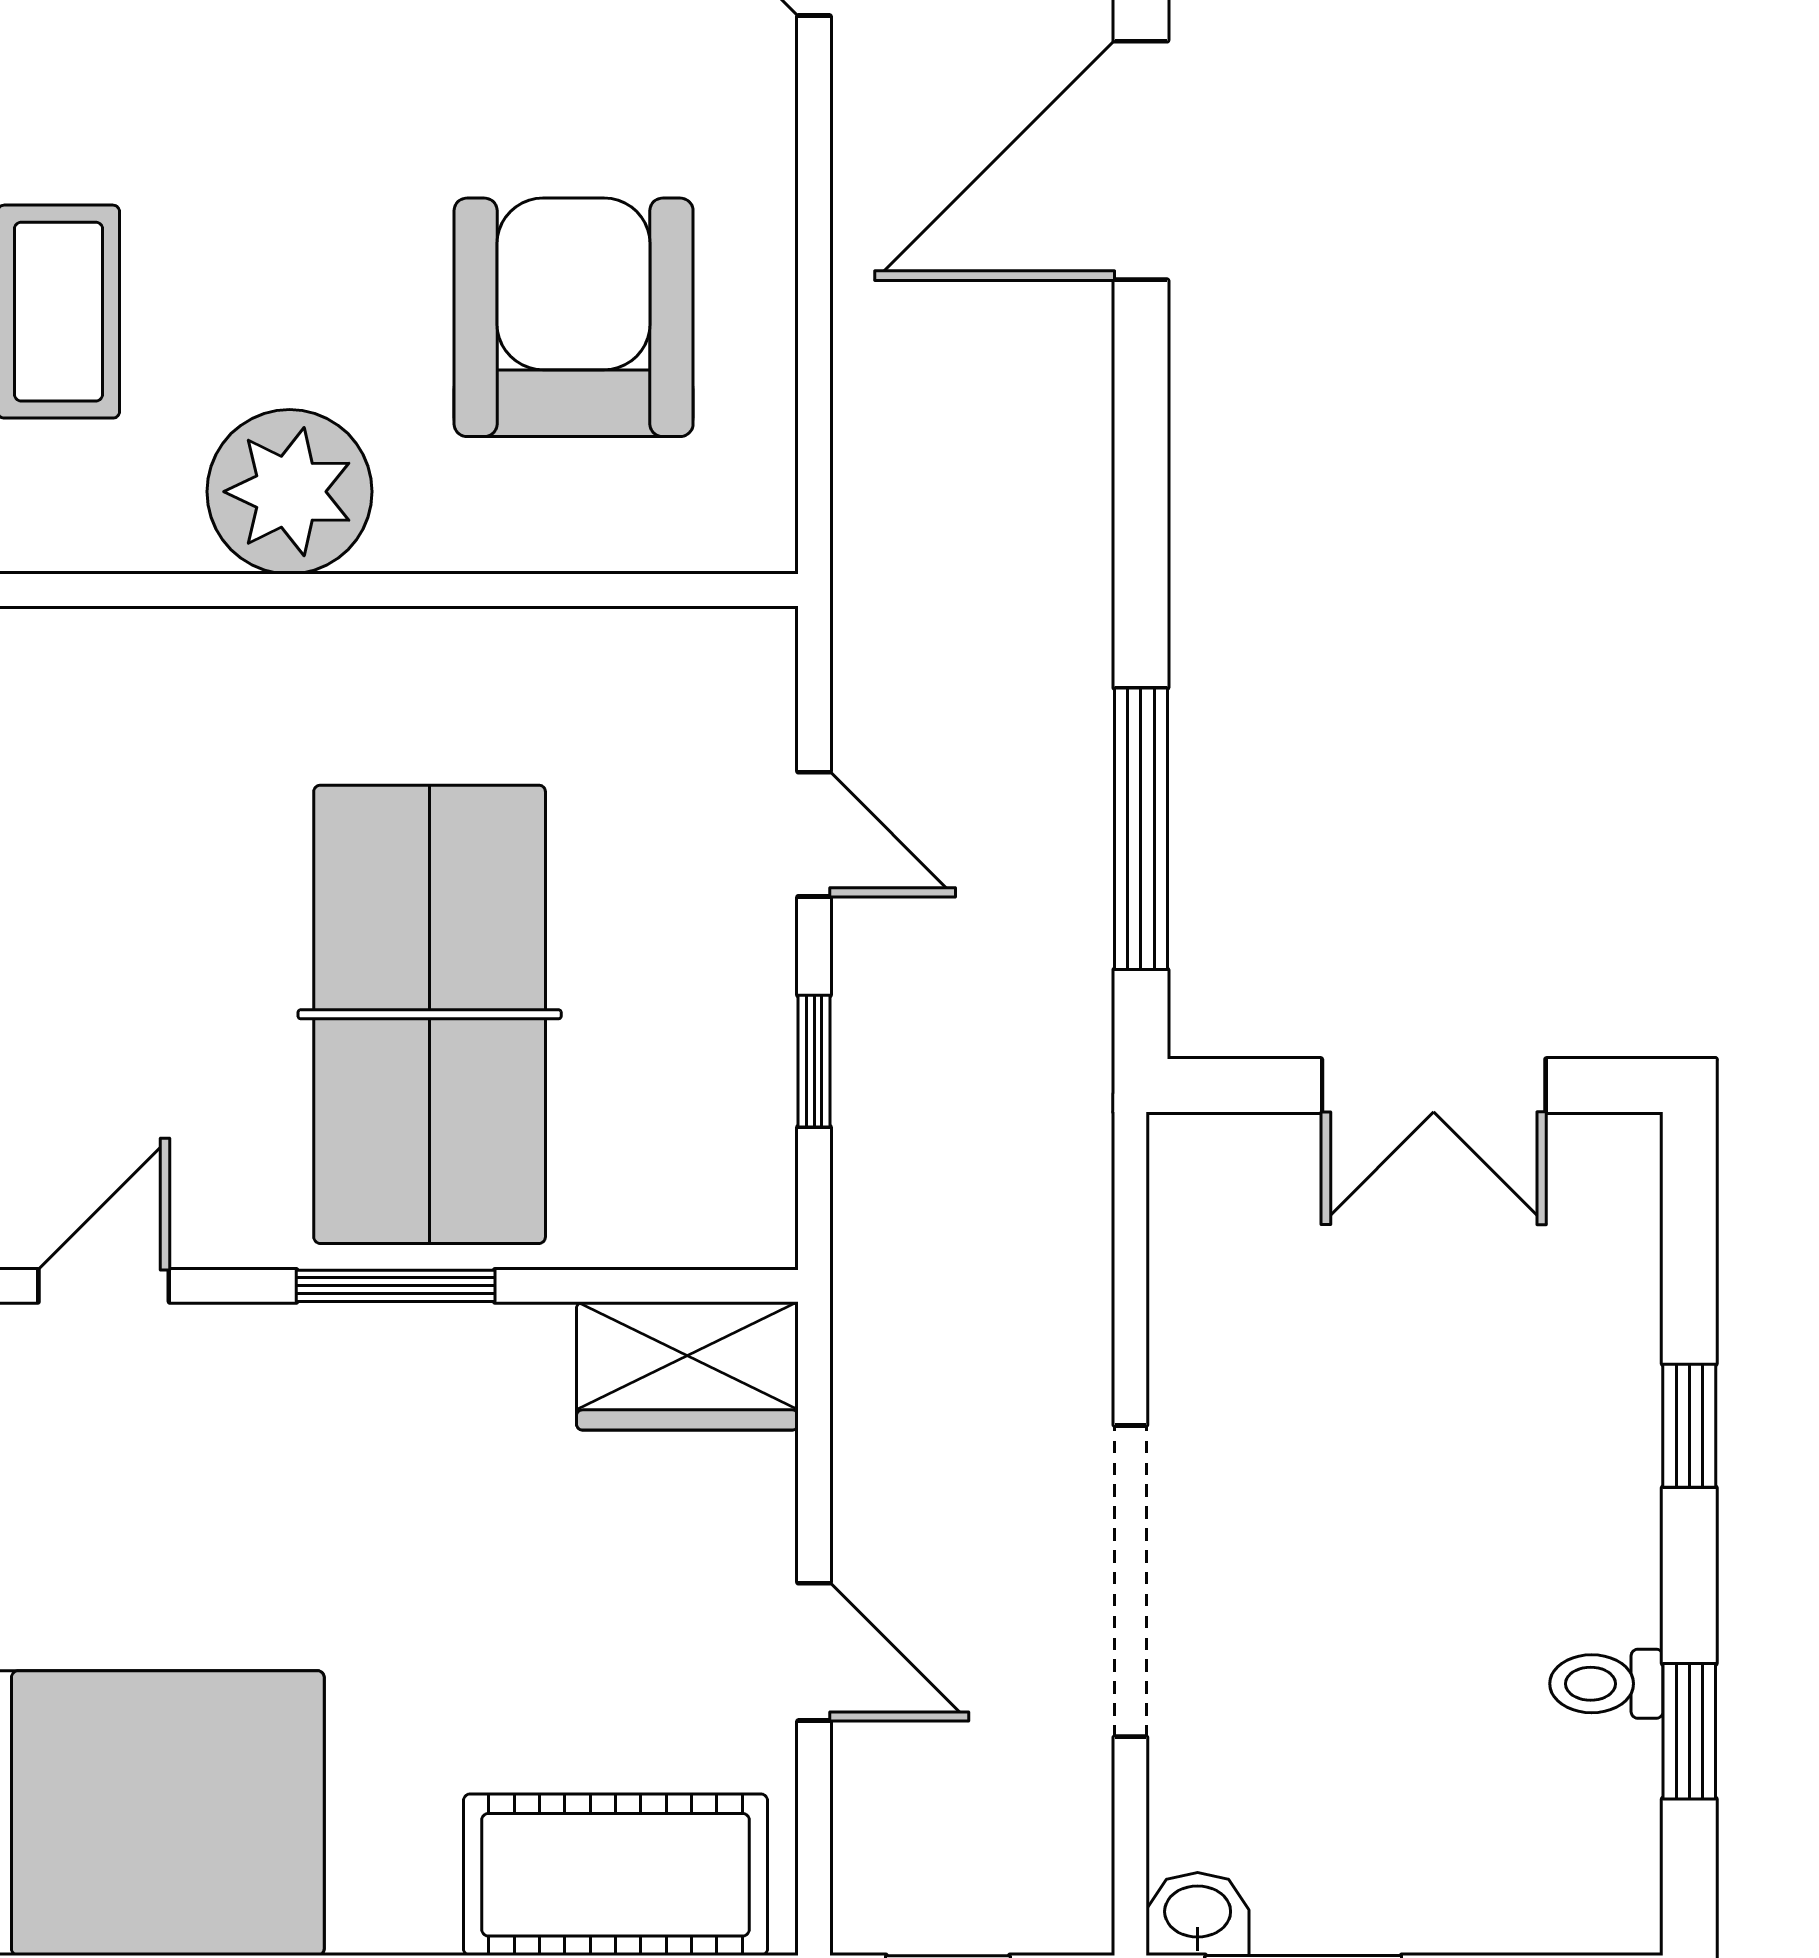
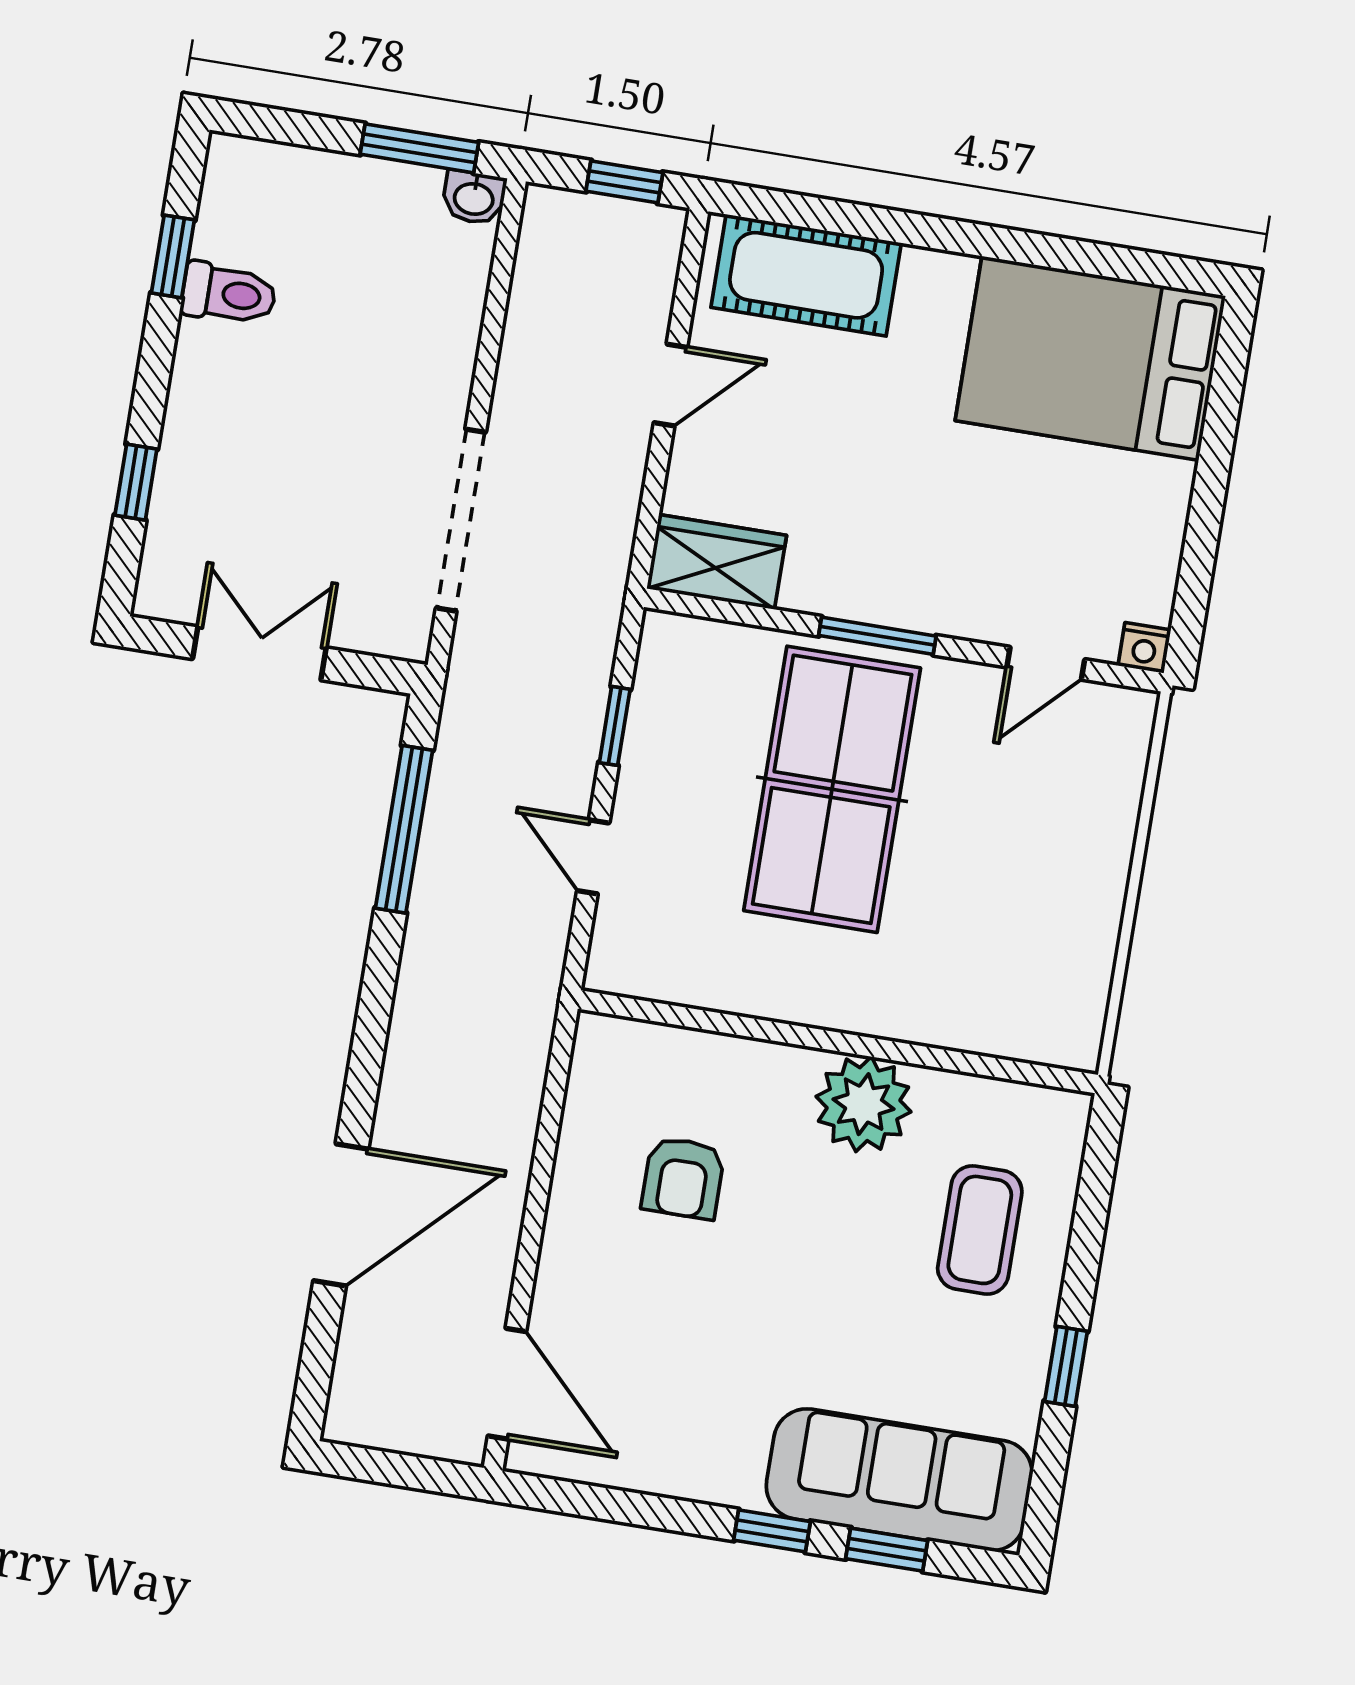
armchair: (574, 317) -> (683, 1178), width x0.53, depth x0.53
window: (1689, 1426) -> (136, 482), moved
doorway: (1130, 1581) -> (461, 520), moved
door: (814, 1652) -> (670, 385), swing flipped
toilet: (1606, 1684) -> (229, 294), width x1.37, depth x1.39

